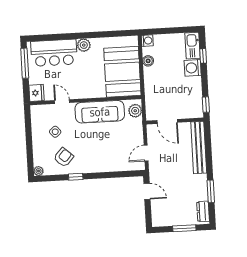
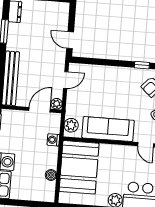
washing machine: (147, 41) -> (53, 140), moved
door: (167, 121) -> (40, 110), hinge flipped
plant: (152, 129) -> (57, 104), added

